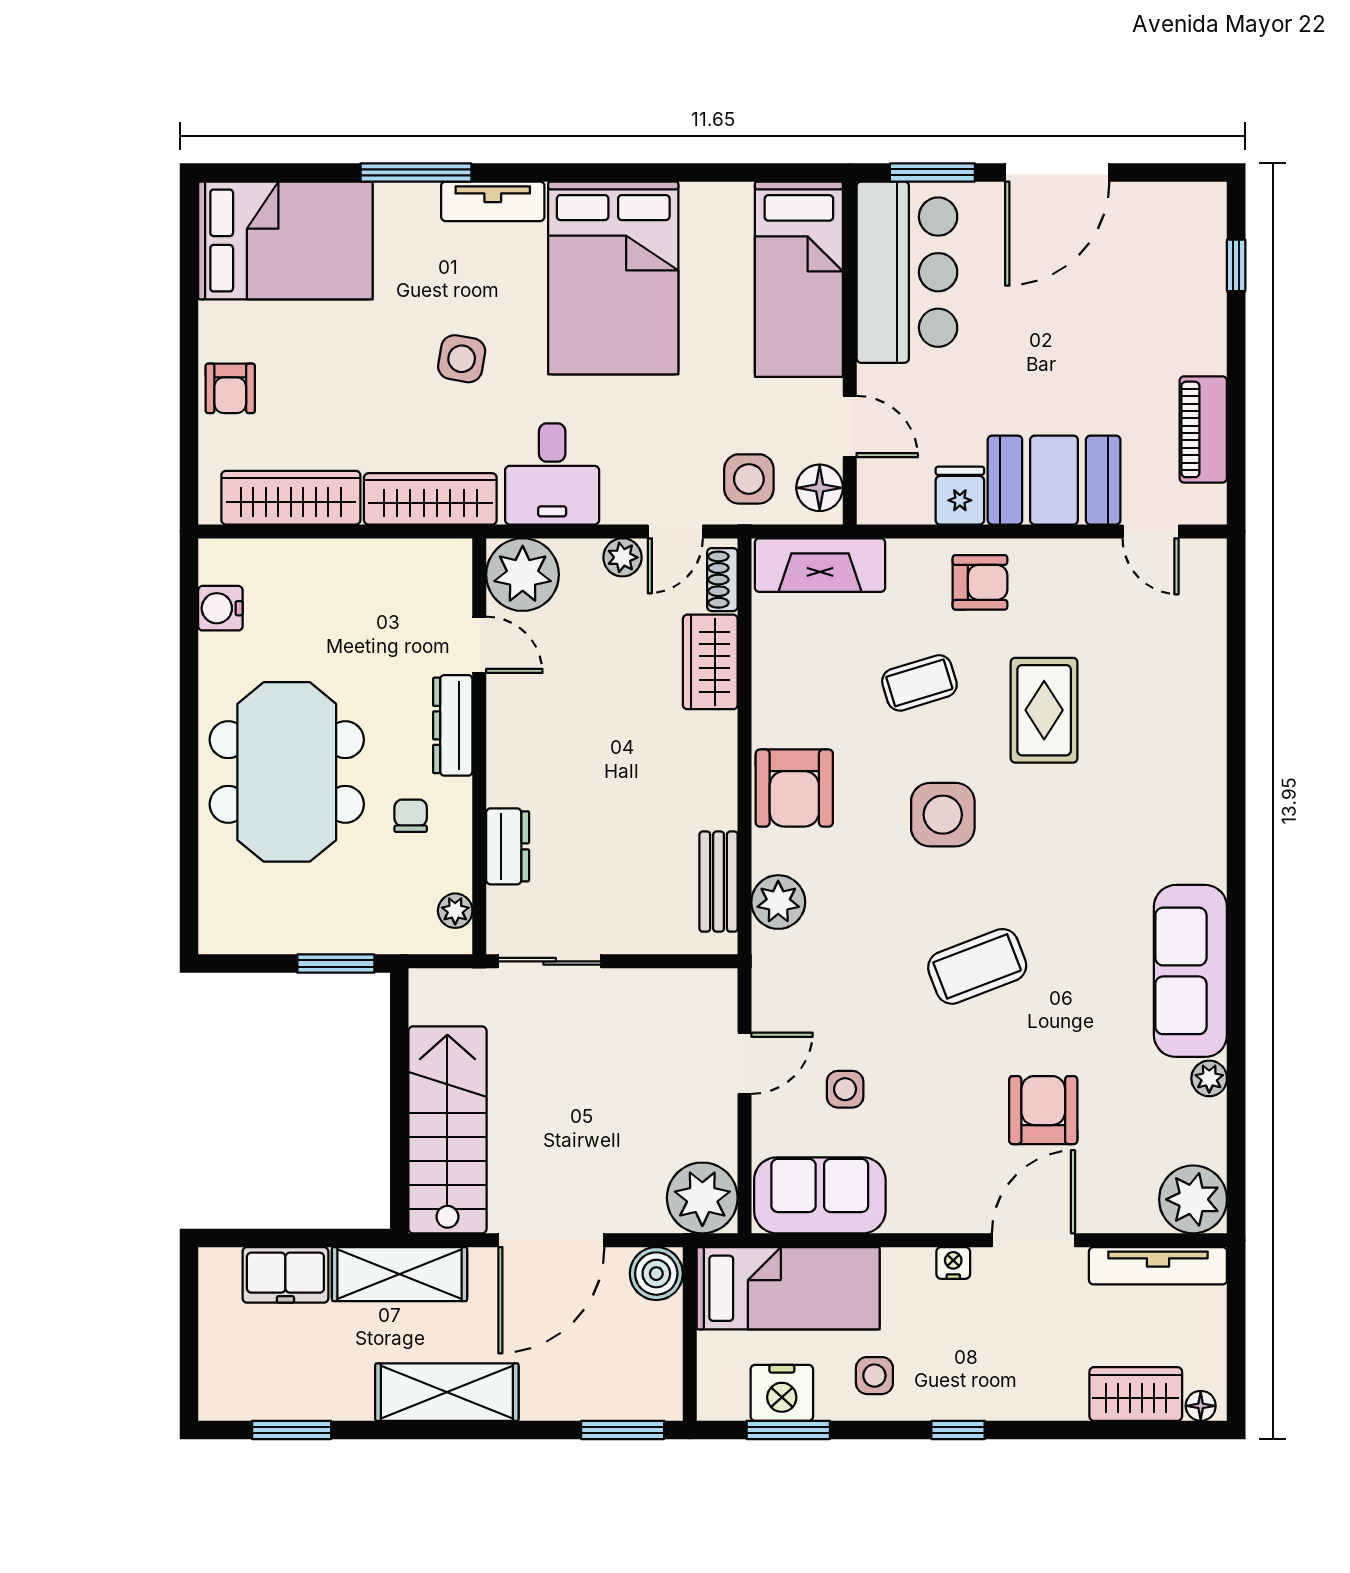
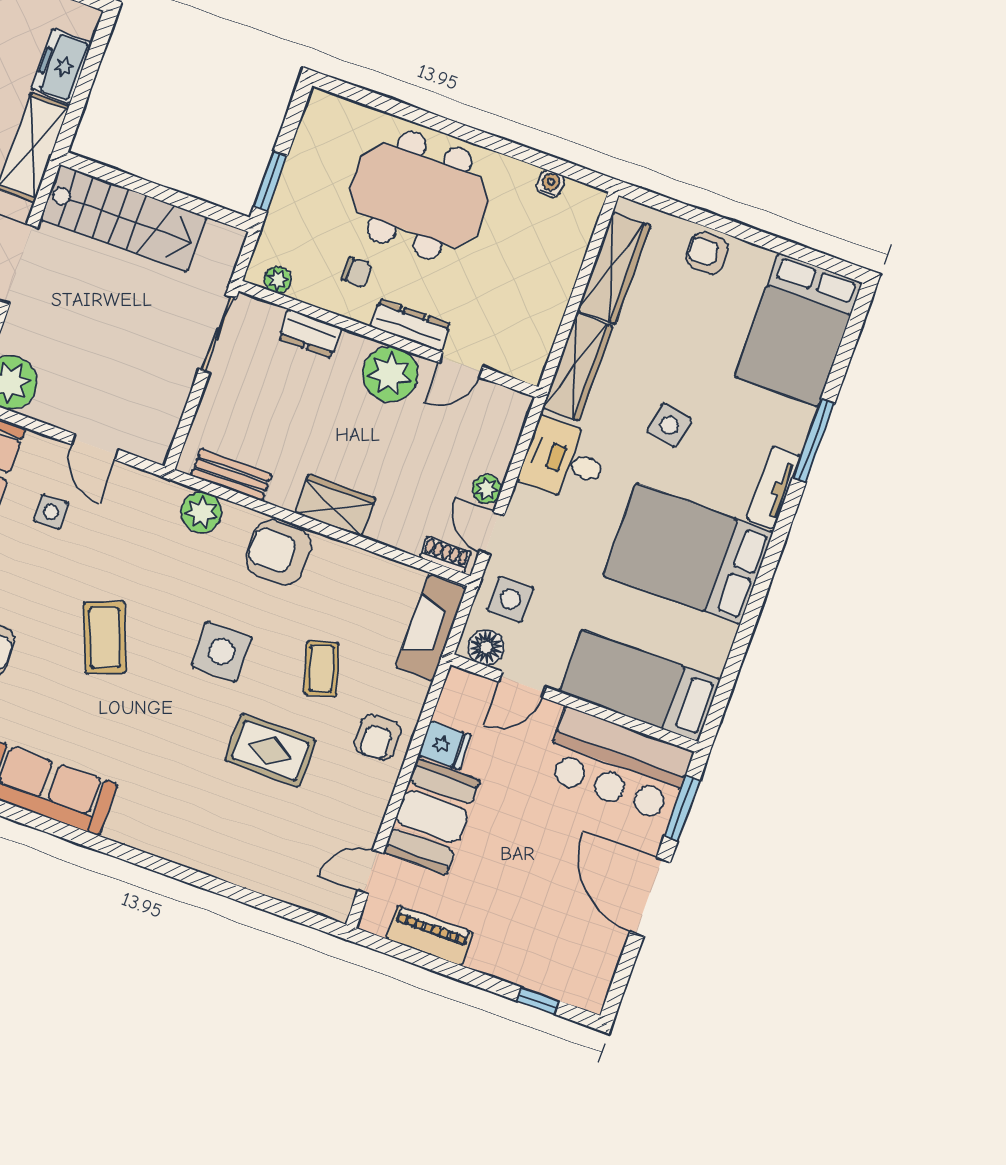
plant: (523, 575) -> (390, 374), moved
water cooler: (220, 608) -> (550, 184), width x0.72, depth x0.72
wardrobe: (710, 662) -> (335, 505), moved

